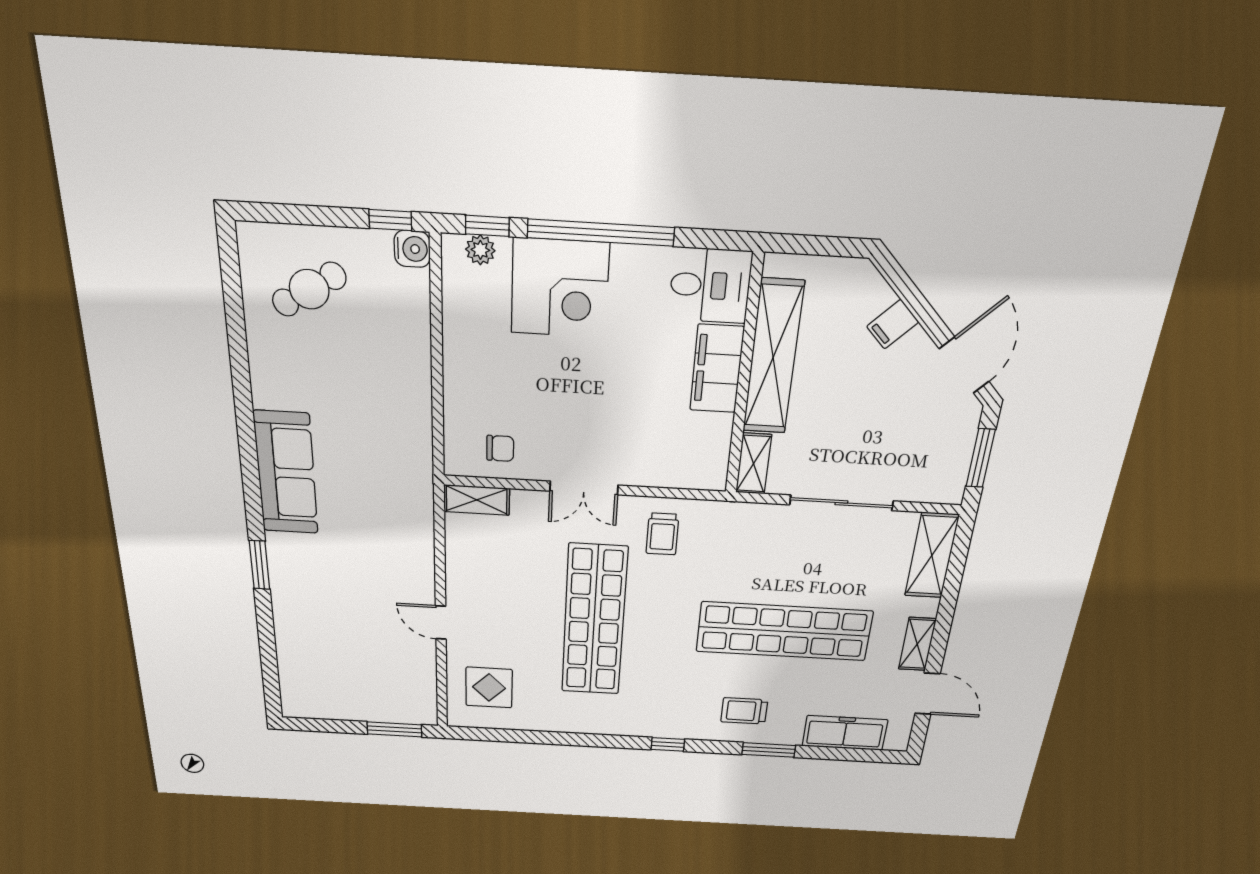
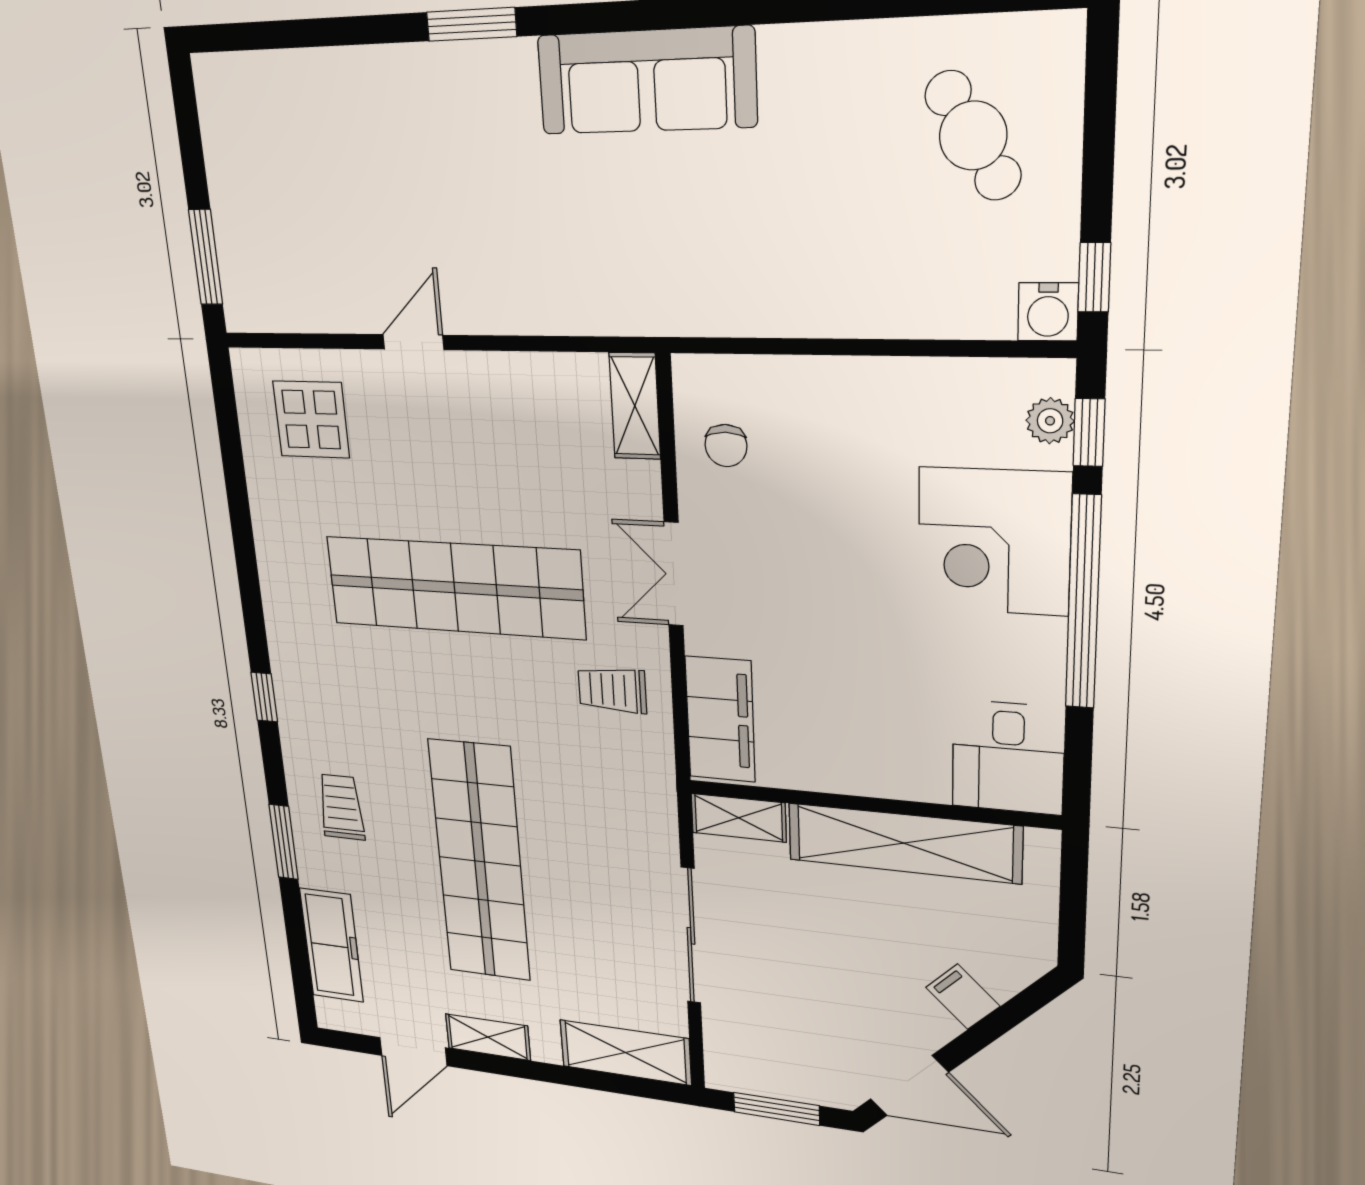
filing cabinet: (717, 369) -> (720, 719), moved, turned 90

